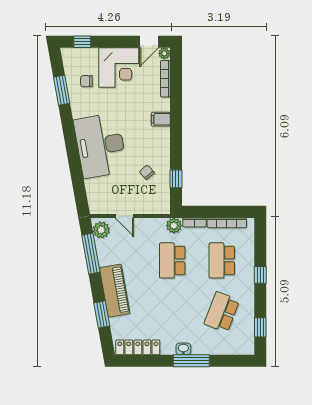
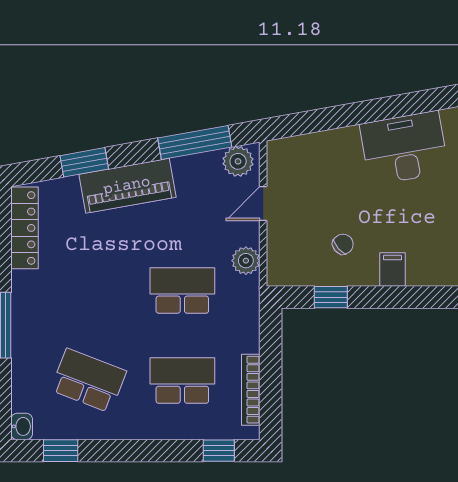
filing cabinet: (161, 119) -> (393, 269), moved
desk: (100, 146) -> (404, 148), width x0.73, depth x0.77
bookcase: (194, 222) -> (252, 331), removed
plant: (174, 226) -> (246, 261), moved
window: (260, 275) -> (219, 451), moved
washbasin: (183, 349) -> (22, 426), moved

